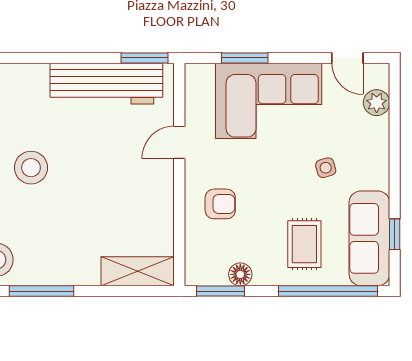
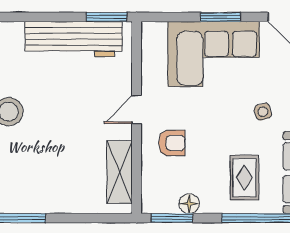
window: (245, 58) -> (220, 17), moved
door: (179, 142) -> (137, 110), moved
shelving: (138, 271) -> (120, 172), moved, turned 90

